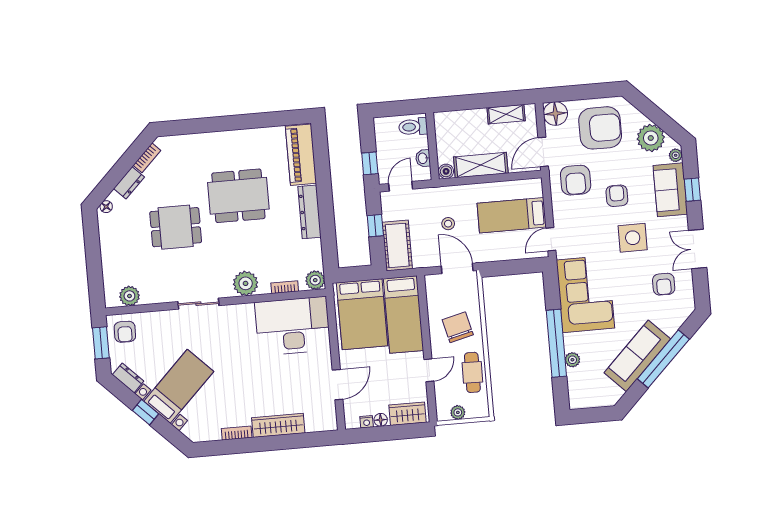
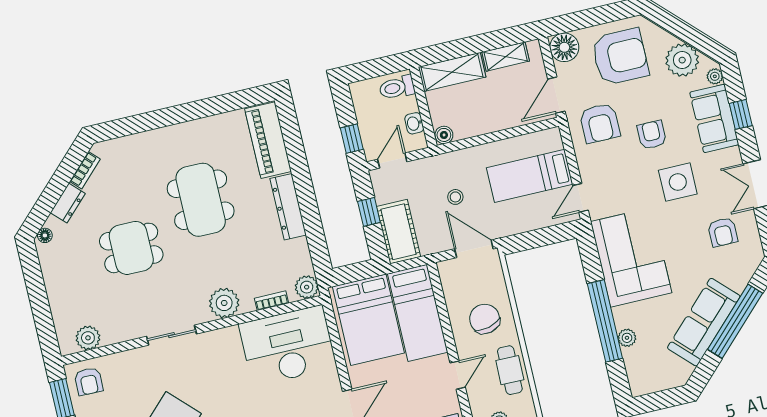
shelving: (481, 165) -> (452, 72), moved
dining table: (238, 196) -> (201, 200), turned 90

